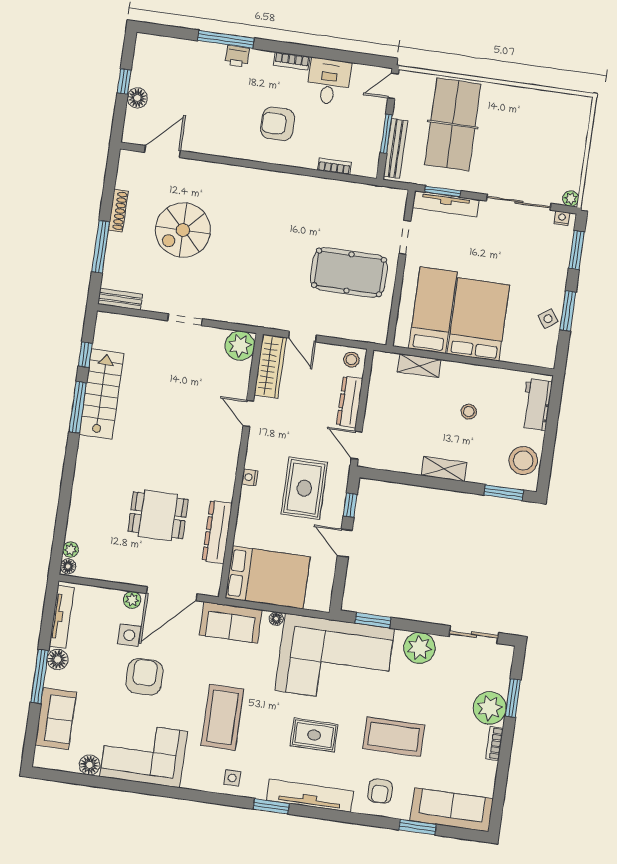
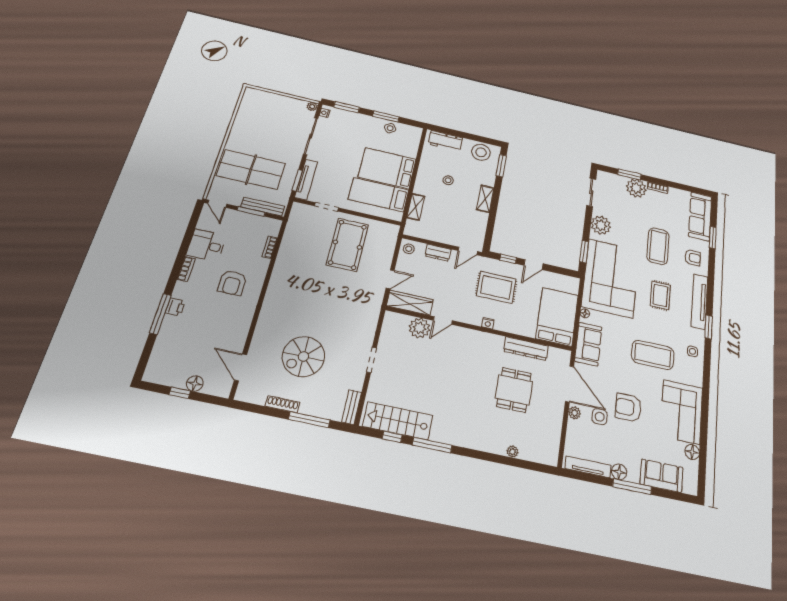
spiral stairs: (183, 230) -> (303, 356), turned 90
plant: (240, 346) -> (419, 328), moved
stairs: (102, 394) -> (398, 421), moved
dresser: (350, 402) -> (438, 253), width x0.70
plant: (71, 550) -> (513, 452), moved
floor lamp: (68, 566) -> (551, 460), removed

